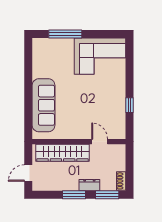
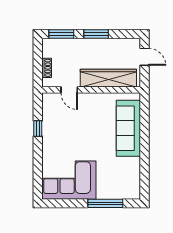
door: (28, 173) -> (144, 57), hinge flipped
shoe rack: (121, 181) -> (47, 68), moved
dresser: (89, 185) -> (80, 44), removed

